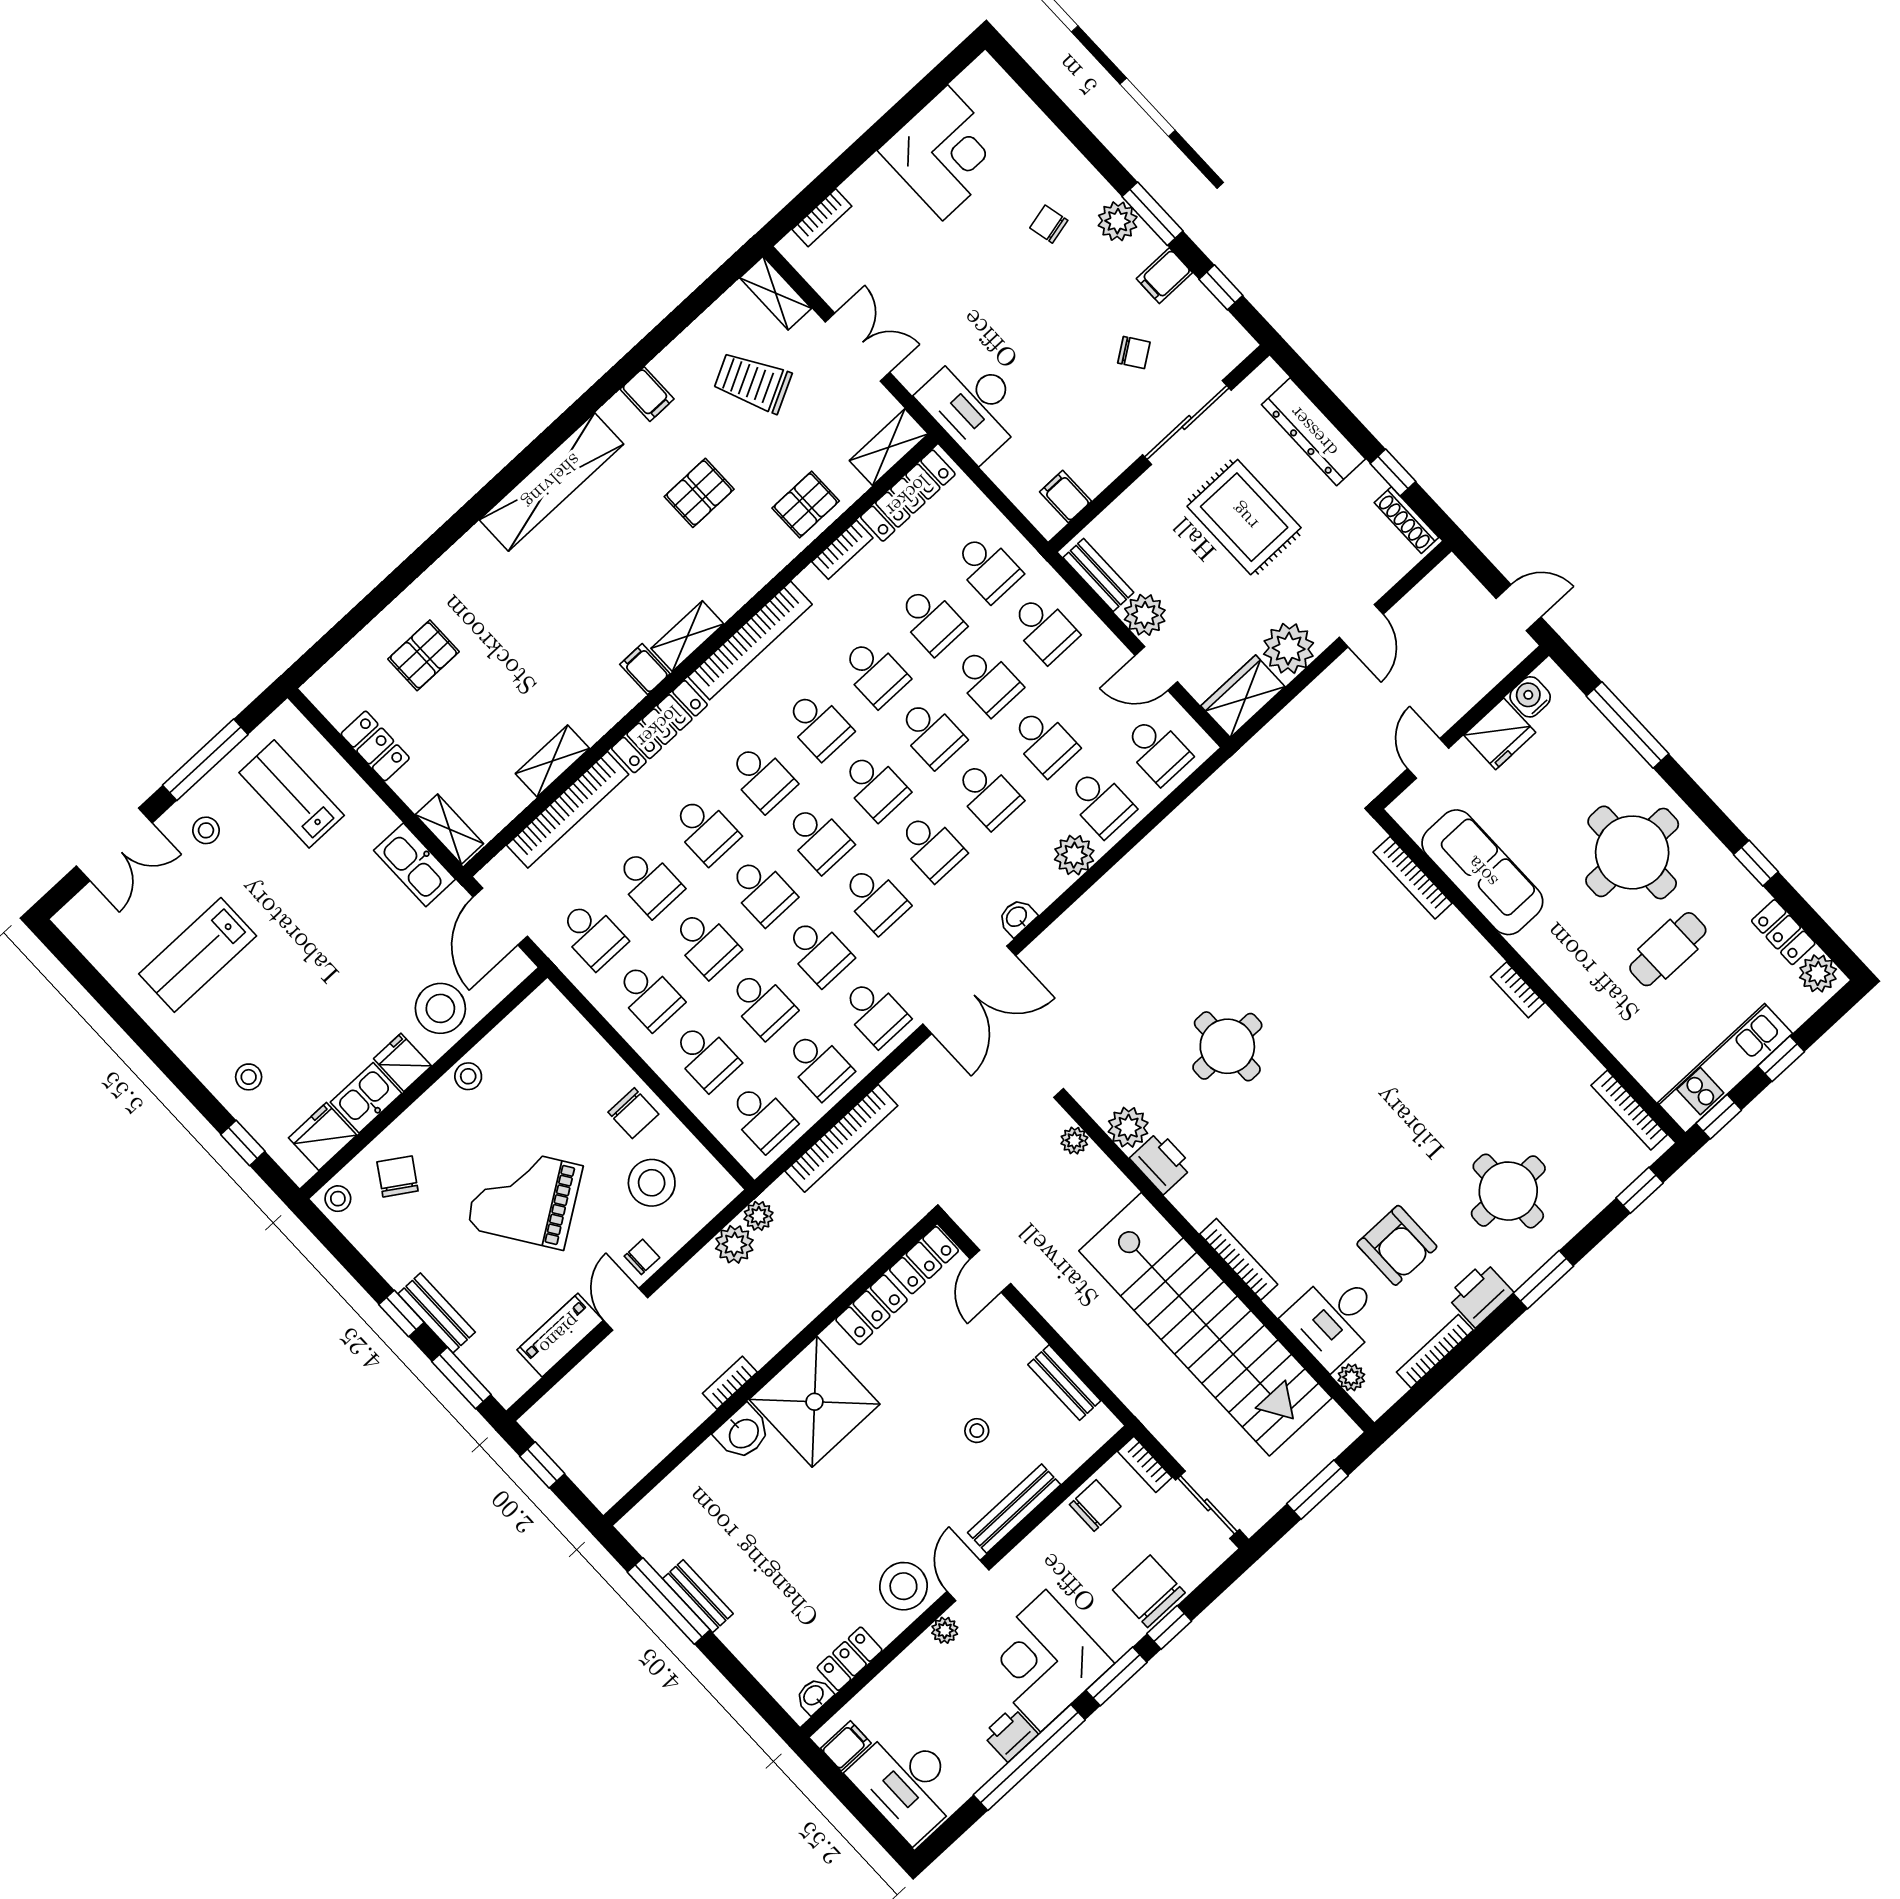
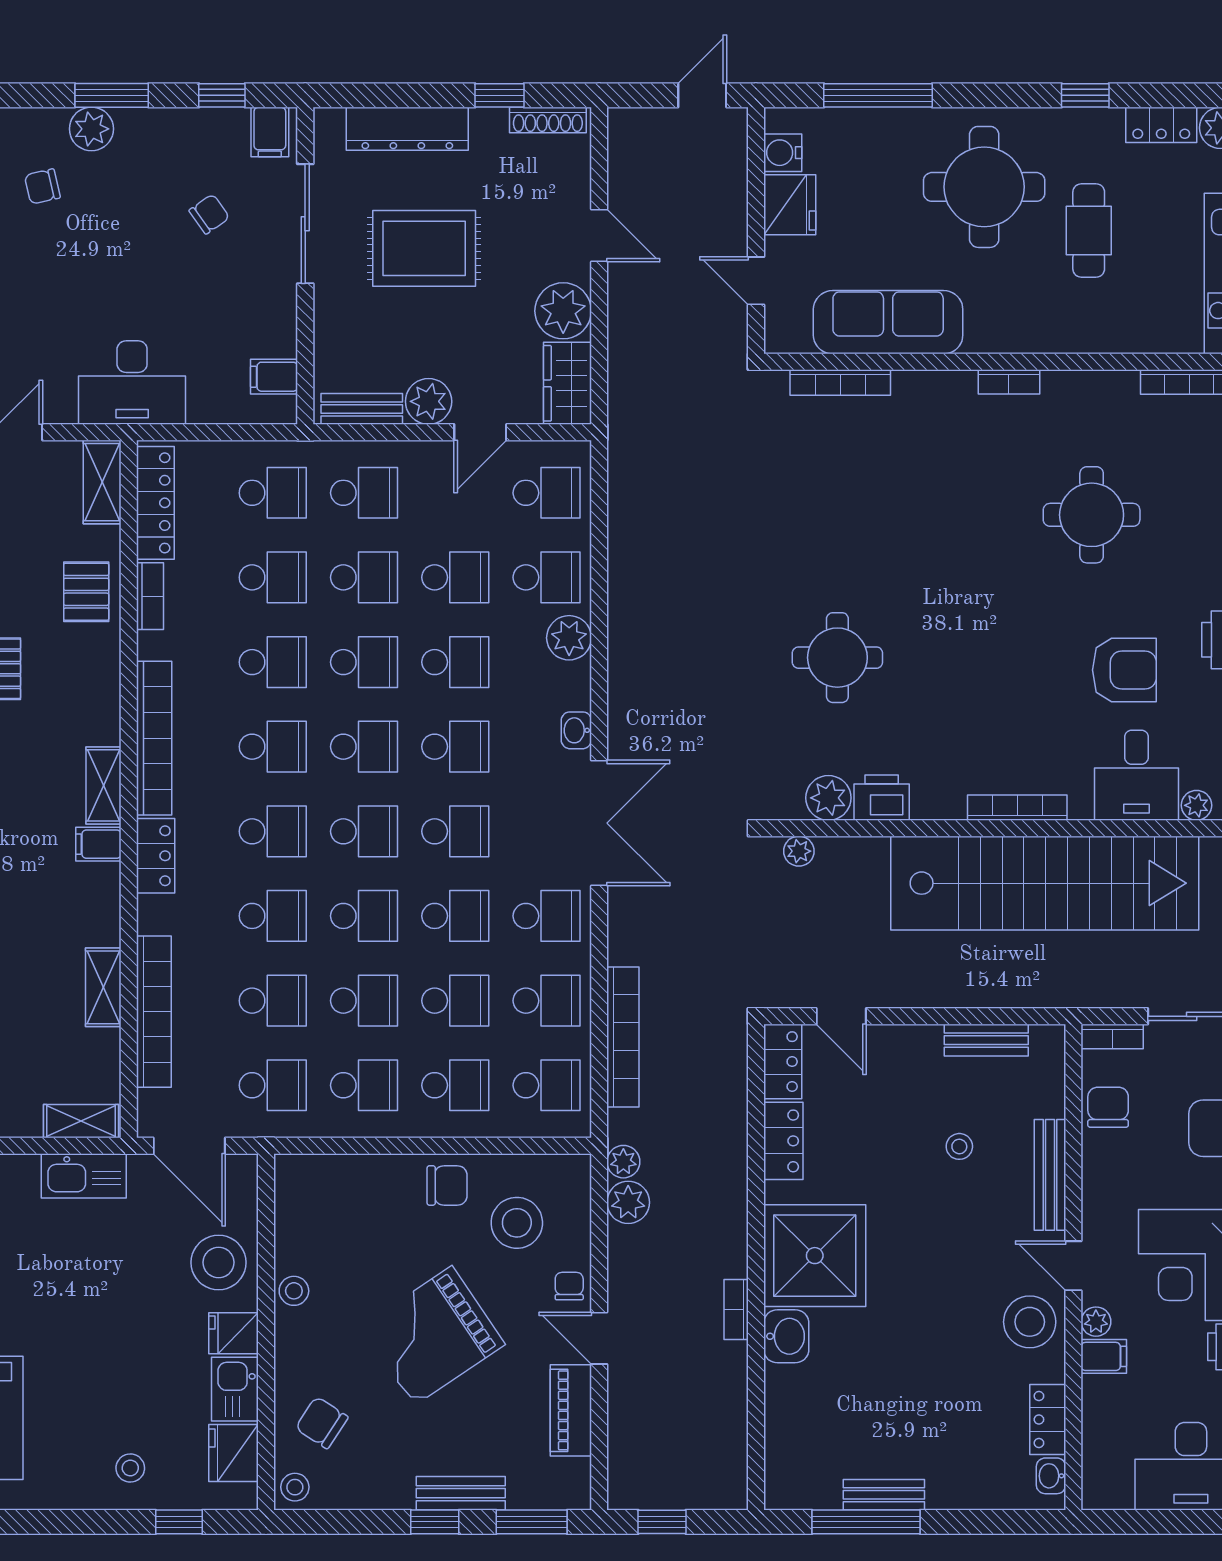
filing cabinet: (1164, 276) -> (270, 132), moved
locker: (659, 727) -> (156, 856), width x0.66
round table: (1508, 1191) -> (1092, 515), moved
filing cabinet: (846, 1746) -> (1104, 1356), moved, turned 90

